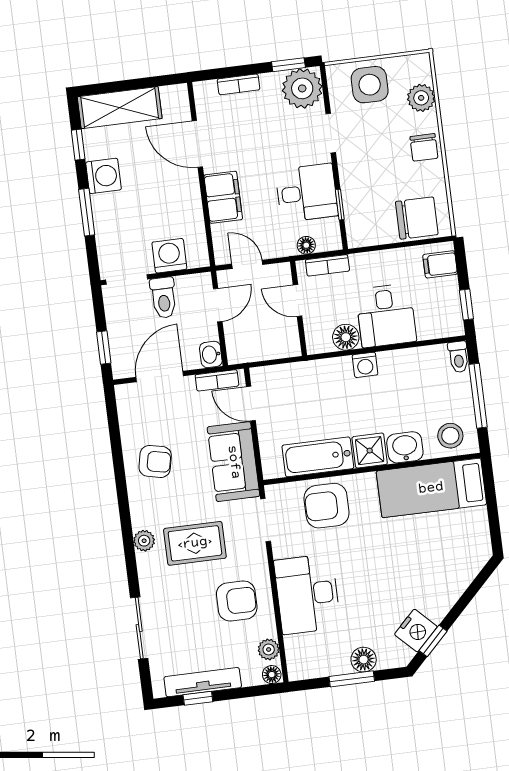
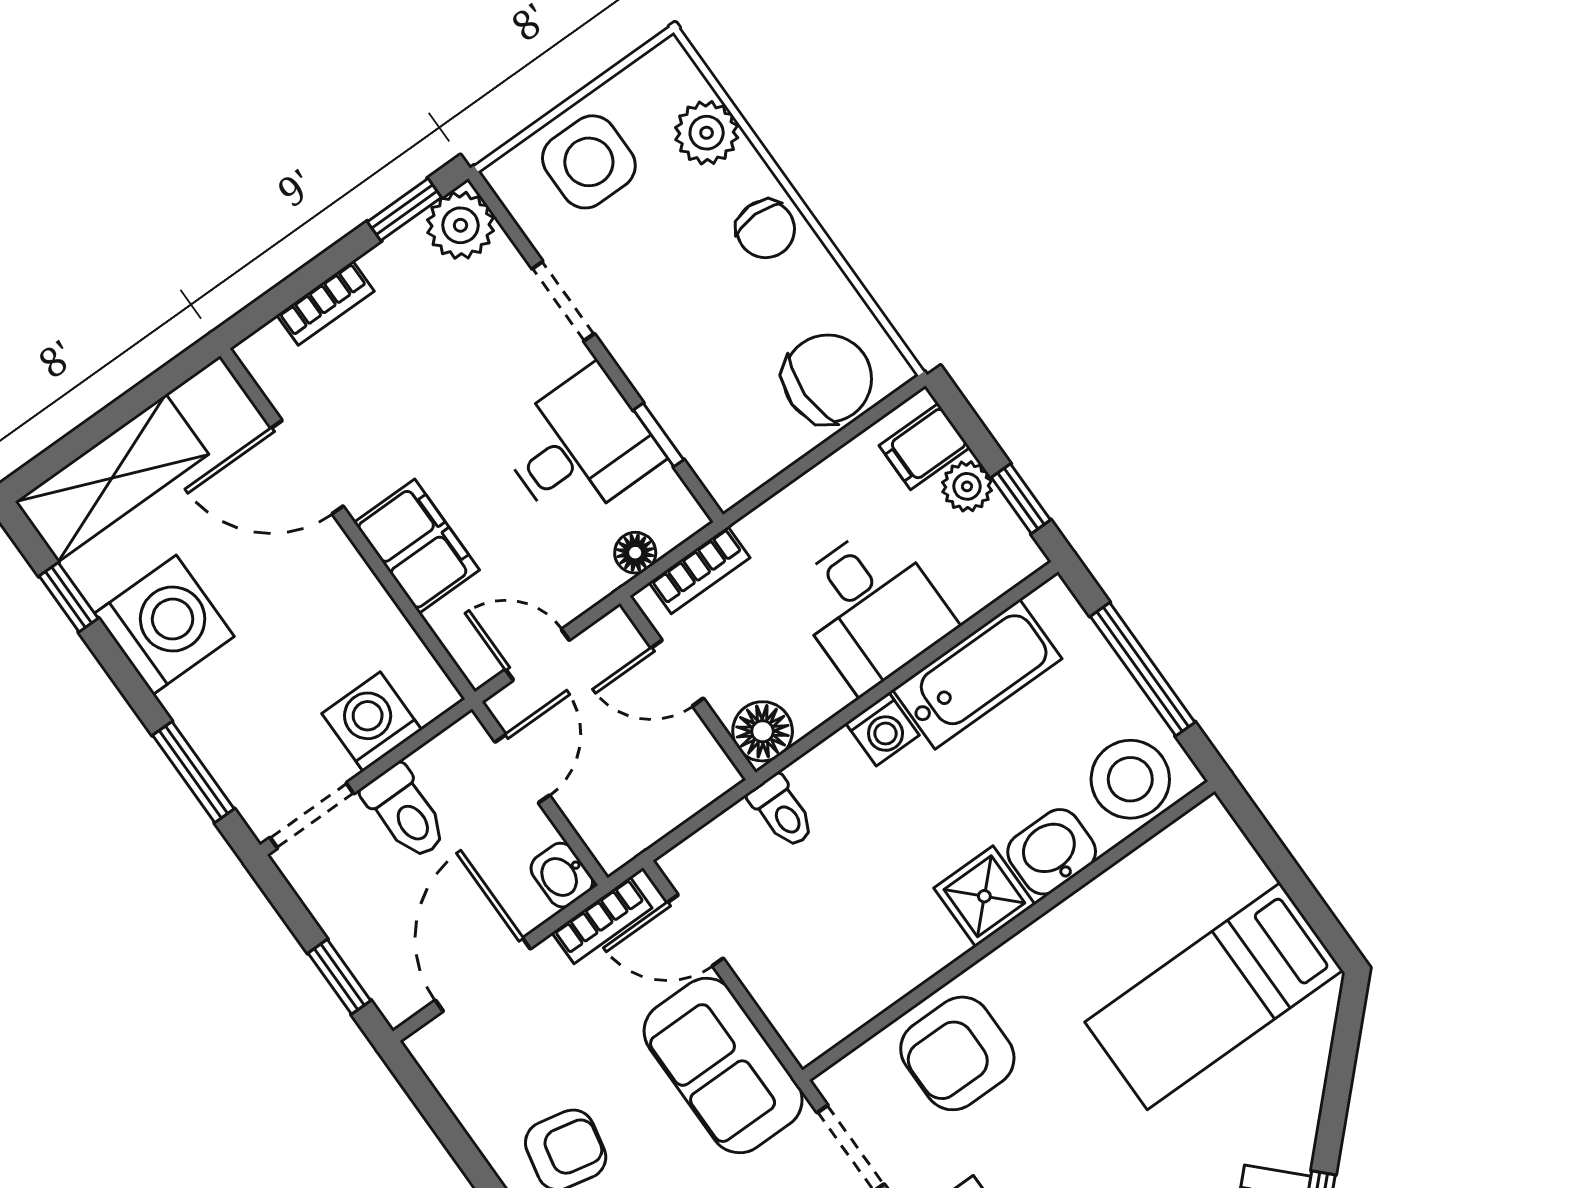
plant: (302, 88) -> (461, 225), width x0.73, depth x0.73
washing machine: (103, 176) -> (164, 625), width x1.37, depth x1.37
window: (87, 212) -> (193, 772), moved
plant: (448, 289) -> (967, 486), added
floor lamp: (346, 337) -> (763, 731), moved
toilet: (458, 357) -> (782, 811), moved
stool: (450, 436) -> (1130, 779), width x1.38, depth x1.38
bathtub: (318, 457) -> (977, 674), moved, turned 180
bed: (431, 488) -> (1214, 996), moved

